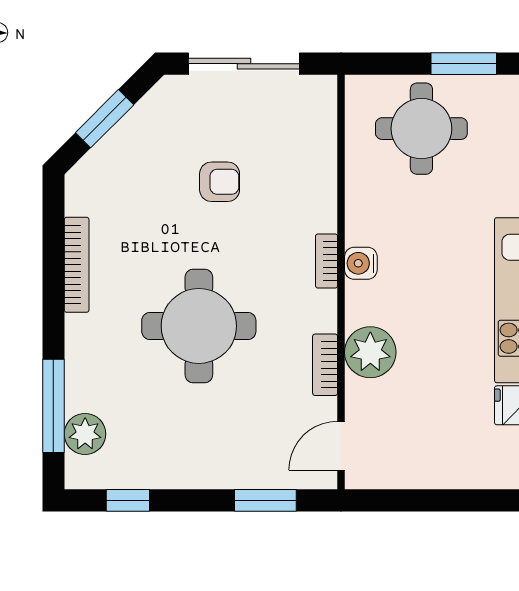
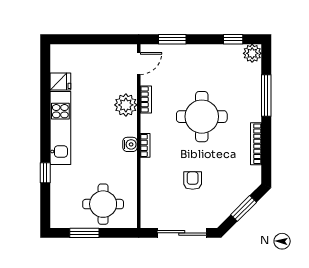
armchair: (220, 182) -> (193, 181), turned 90
window: (53, 406) -> (266, 95), moved
plant: (85, 434) -> (252, 53), moved

